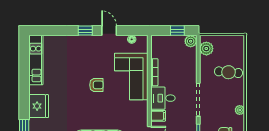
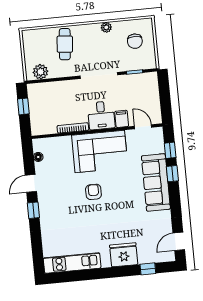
plant: (191, 41) -> (34, 90), removed
corner sofa: (131, 76) -> (100, 152), moved

